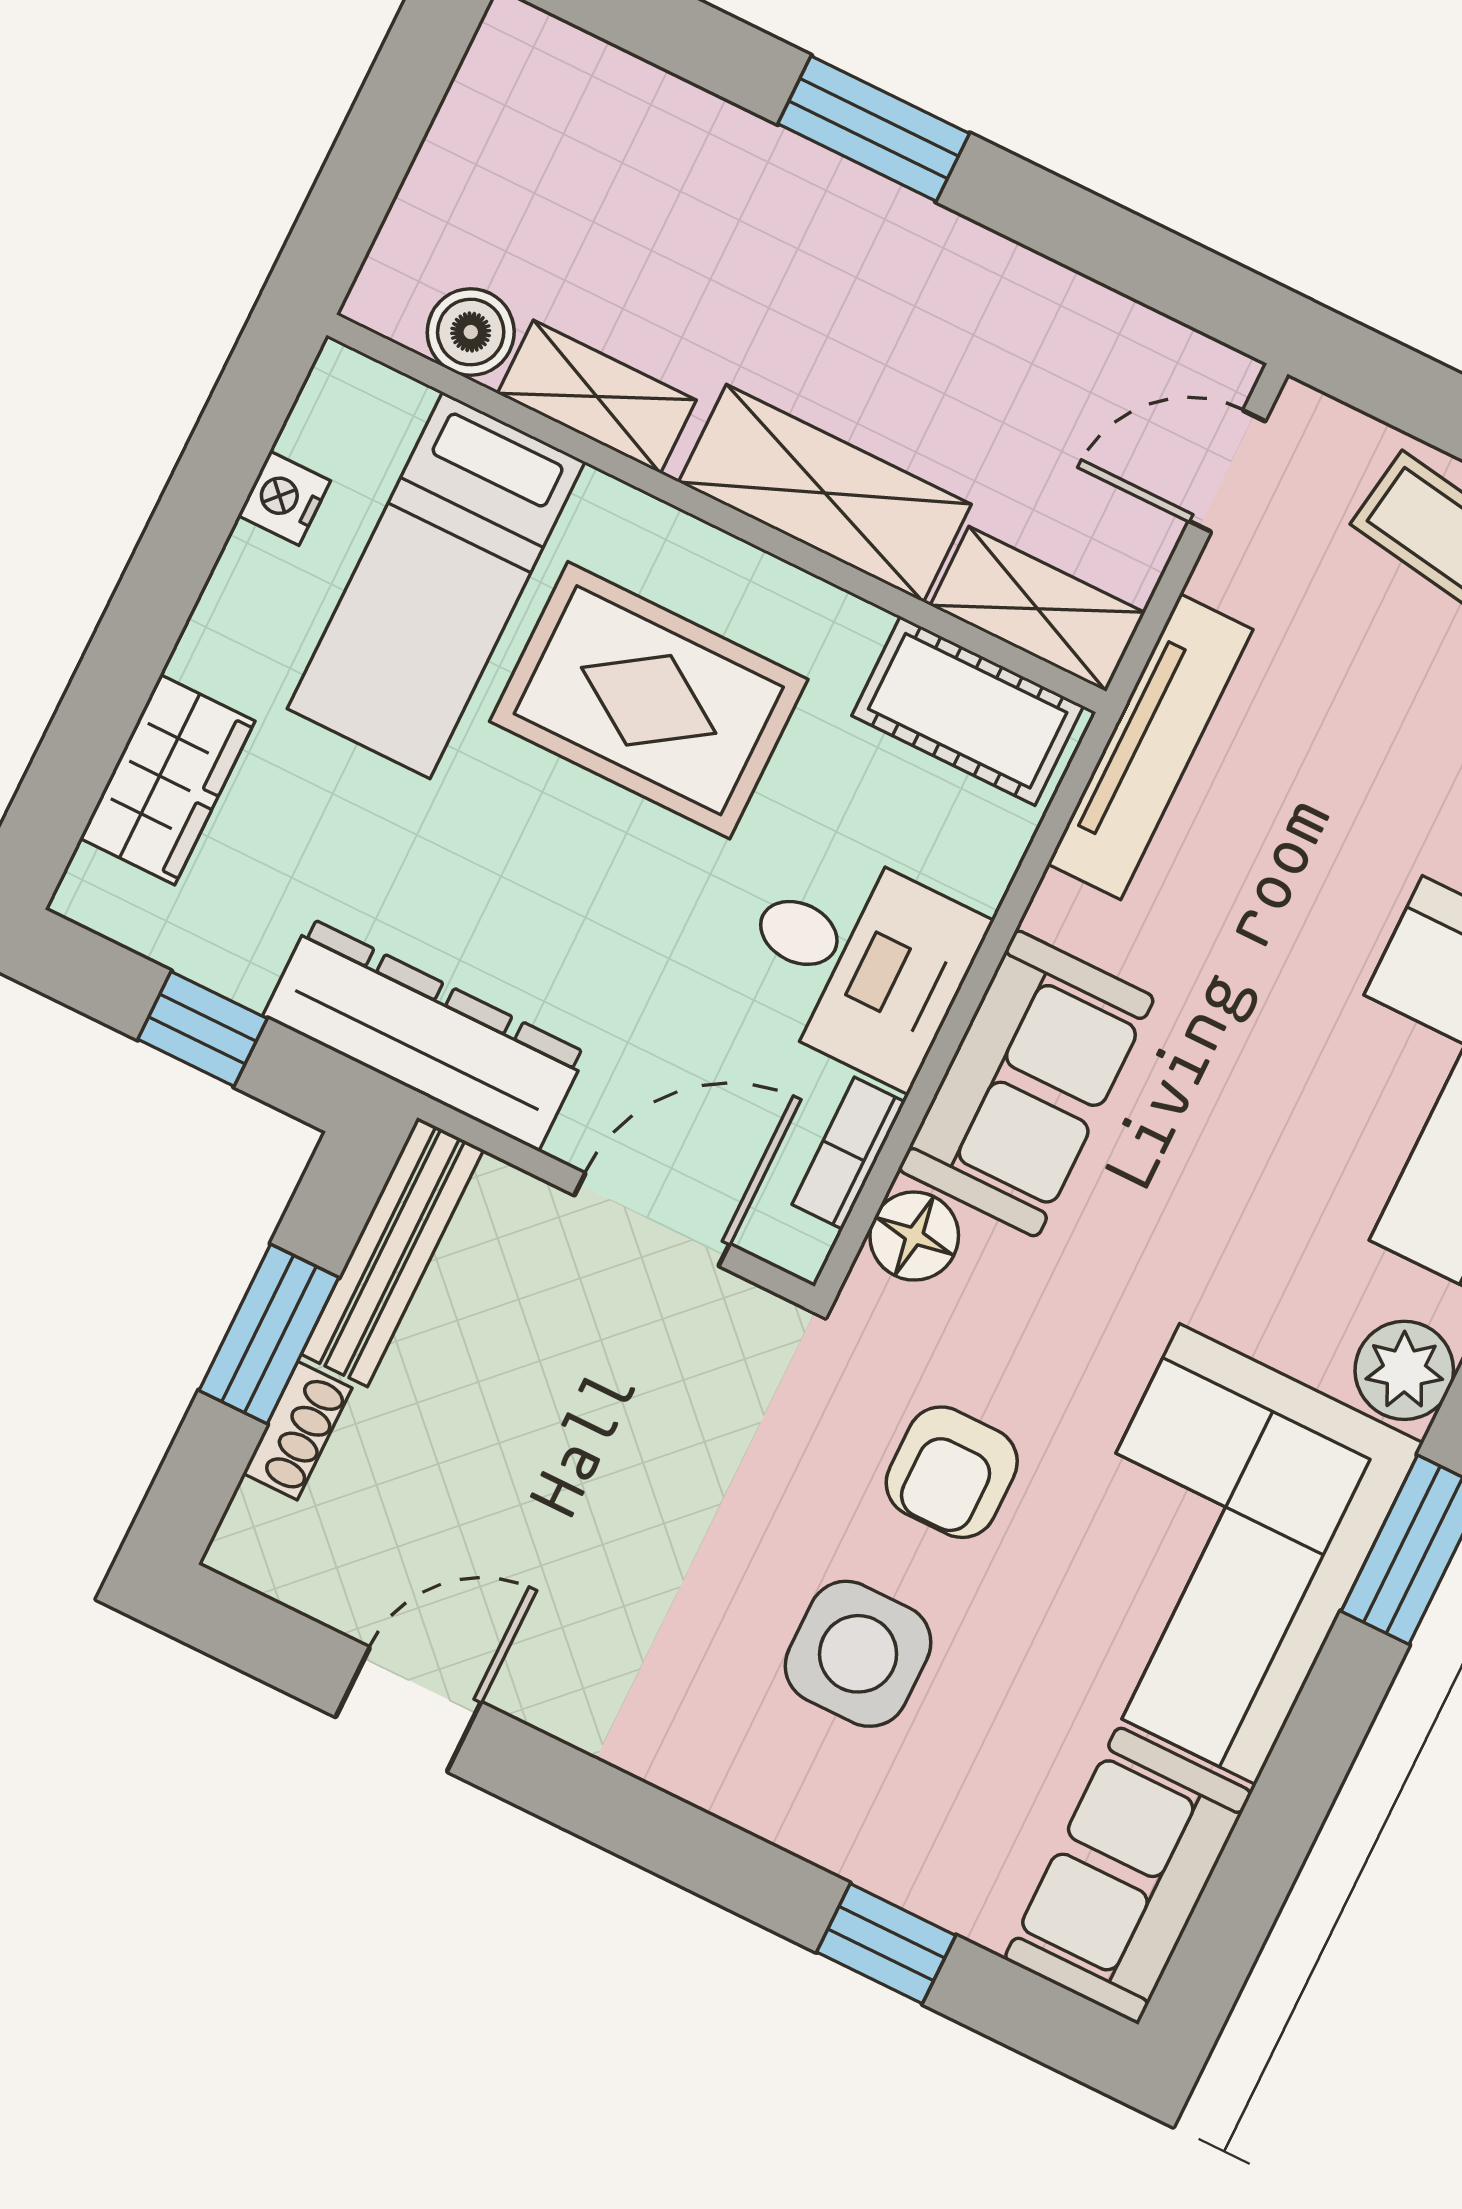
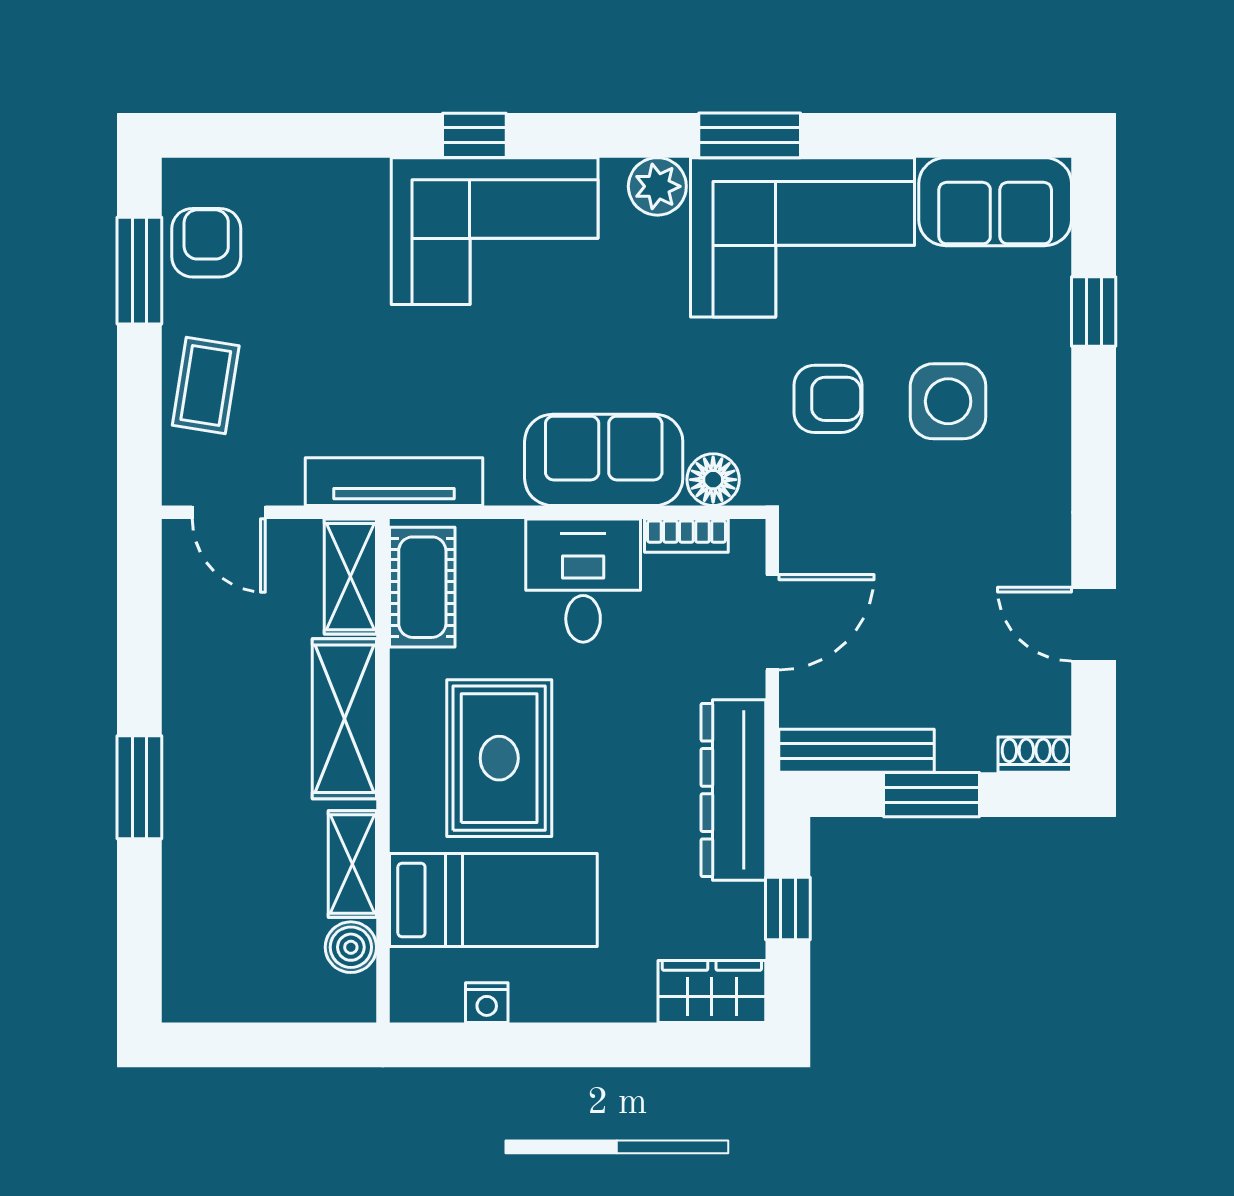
wardrobe: (167, 780) -> (712, 992), moved
door: (652, 1220) -> (772, 622), swing flipped
shoe rack: (297, 1431) -> (1035, 755), moved

